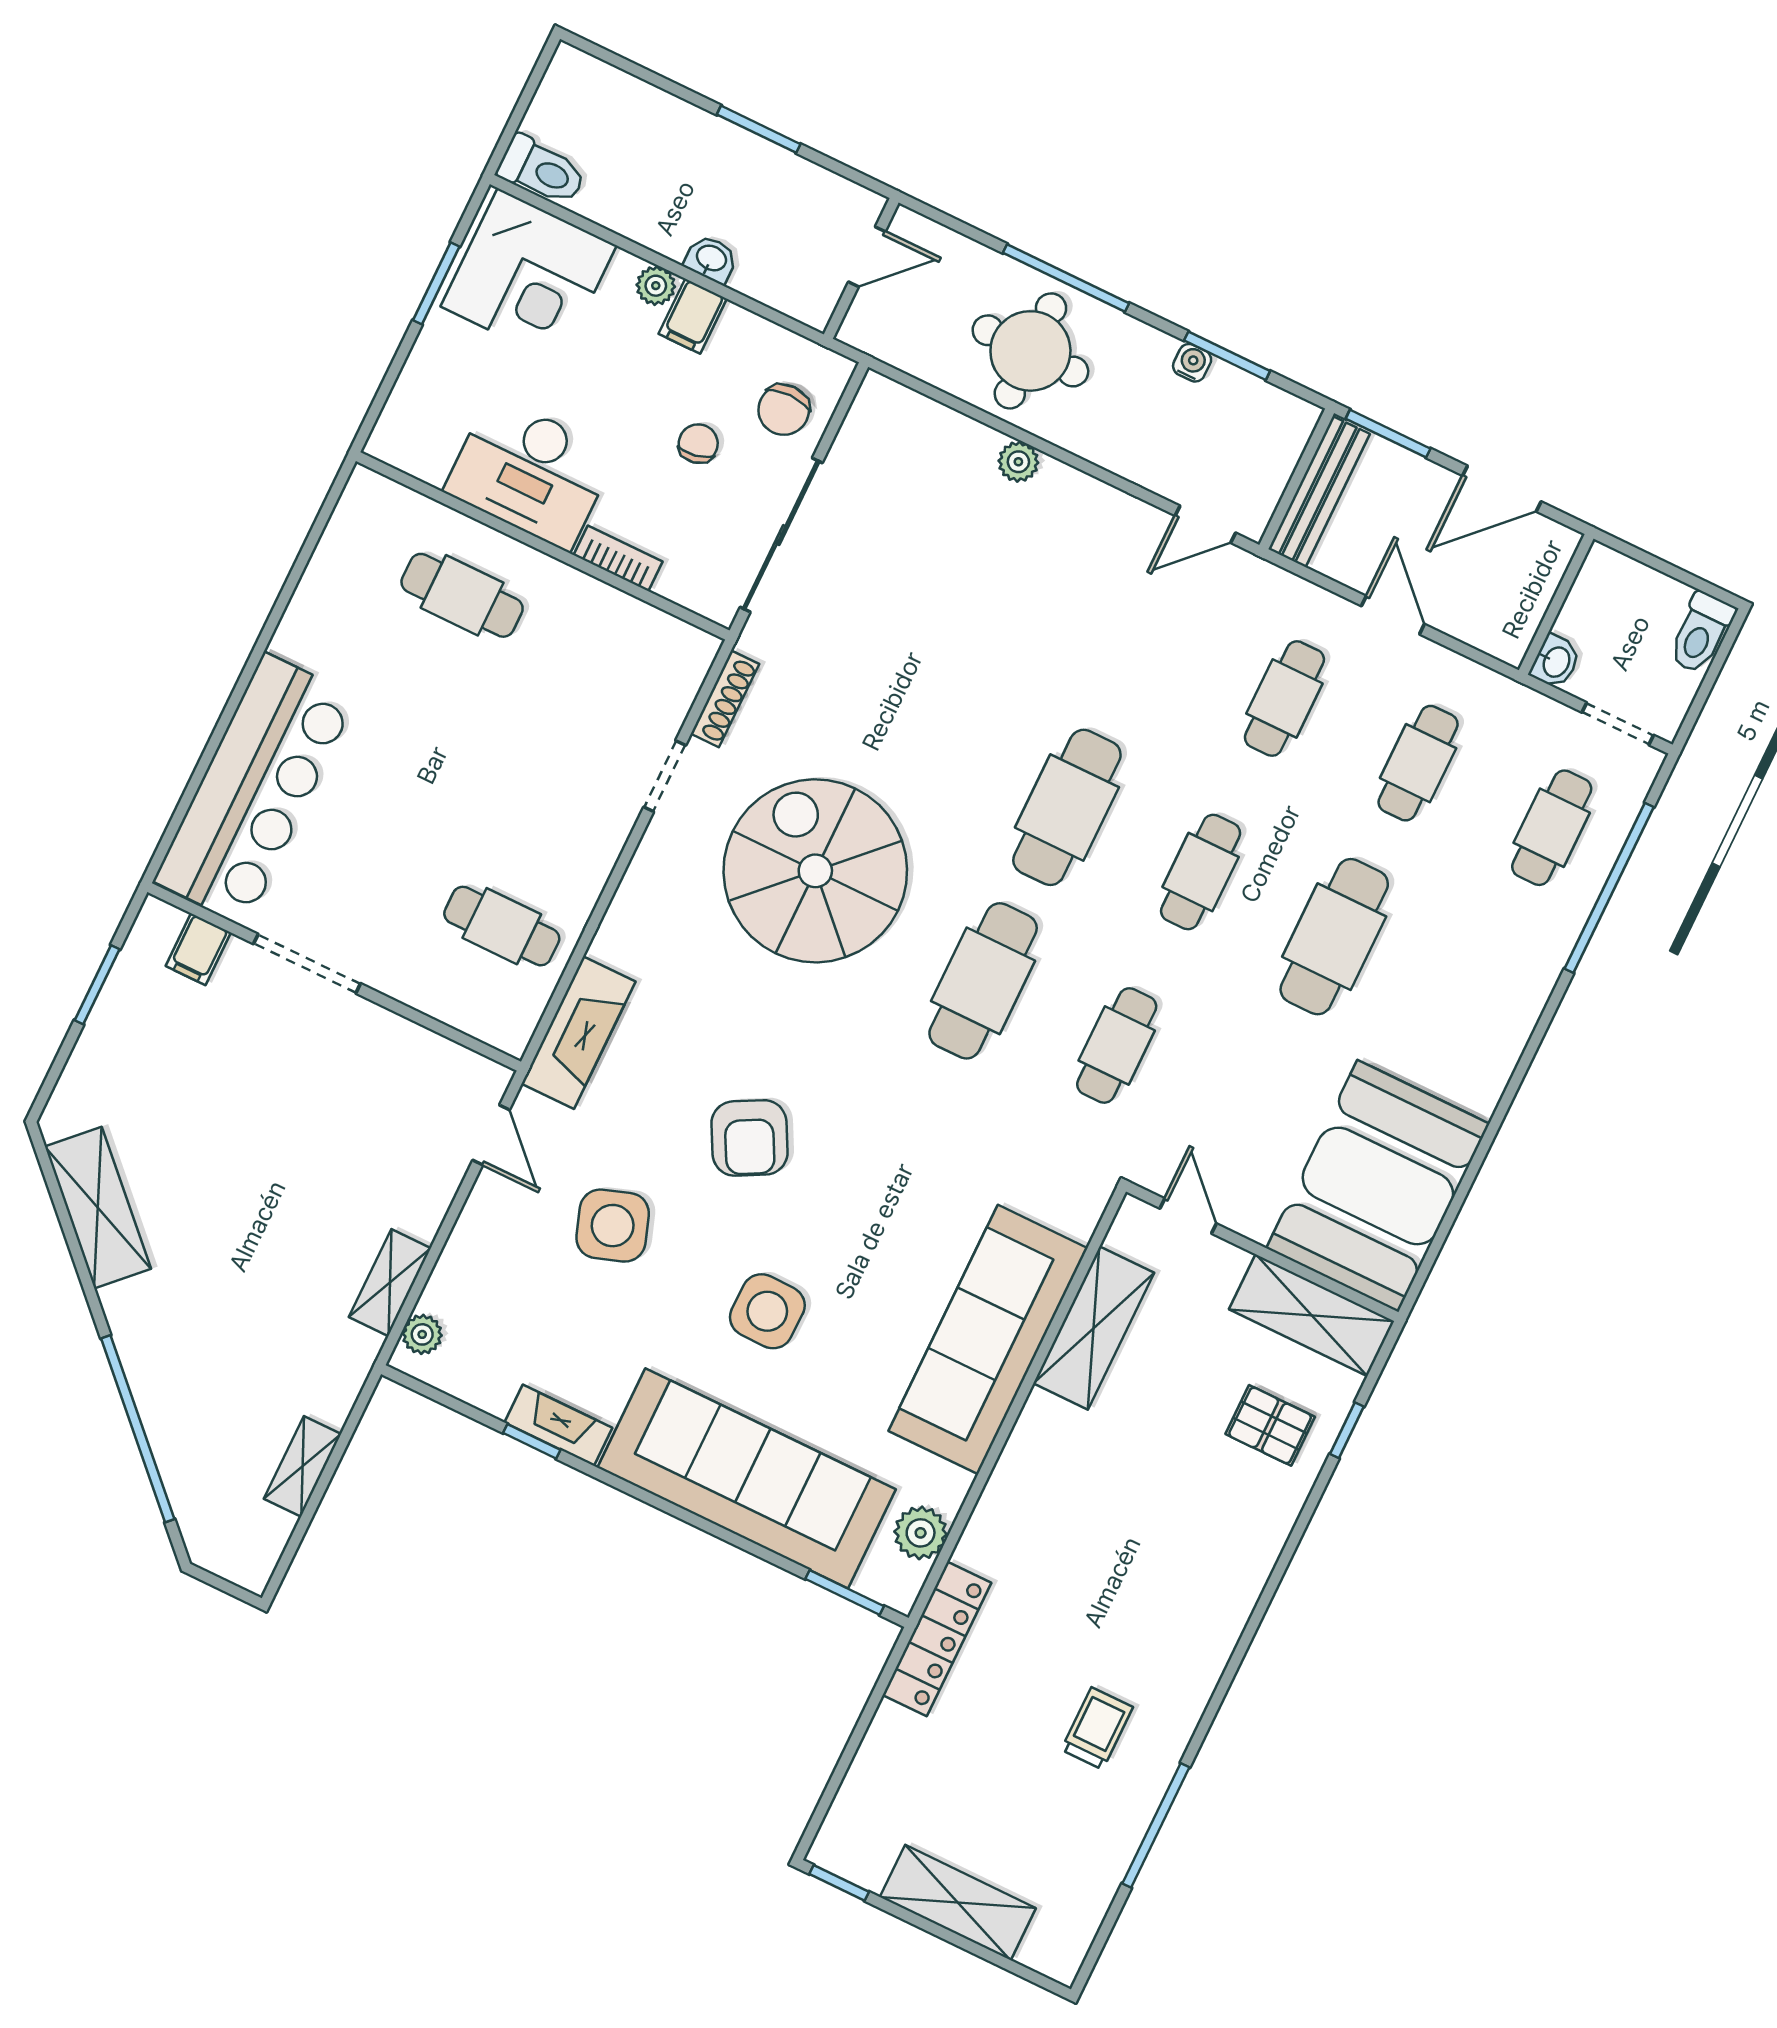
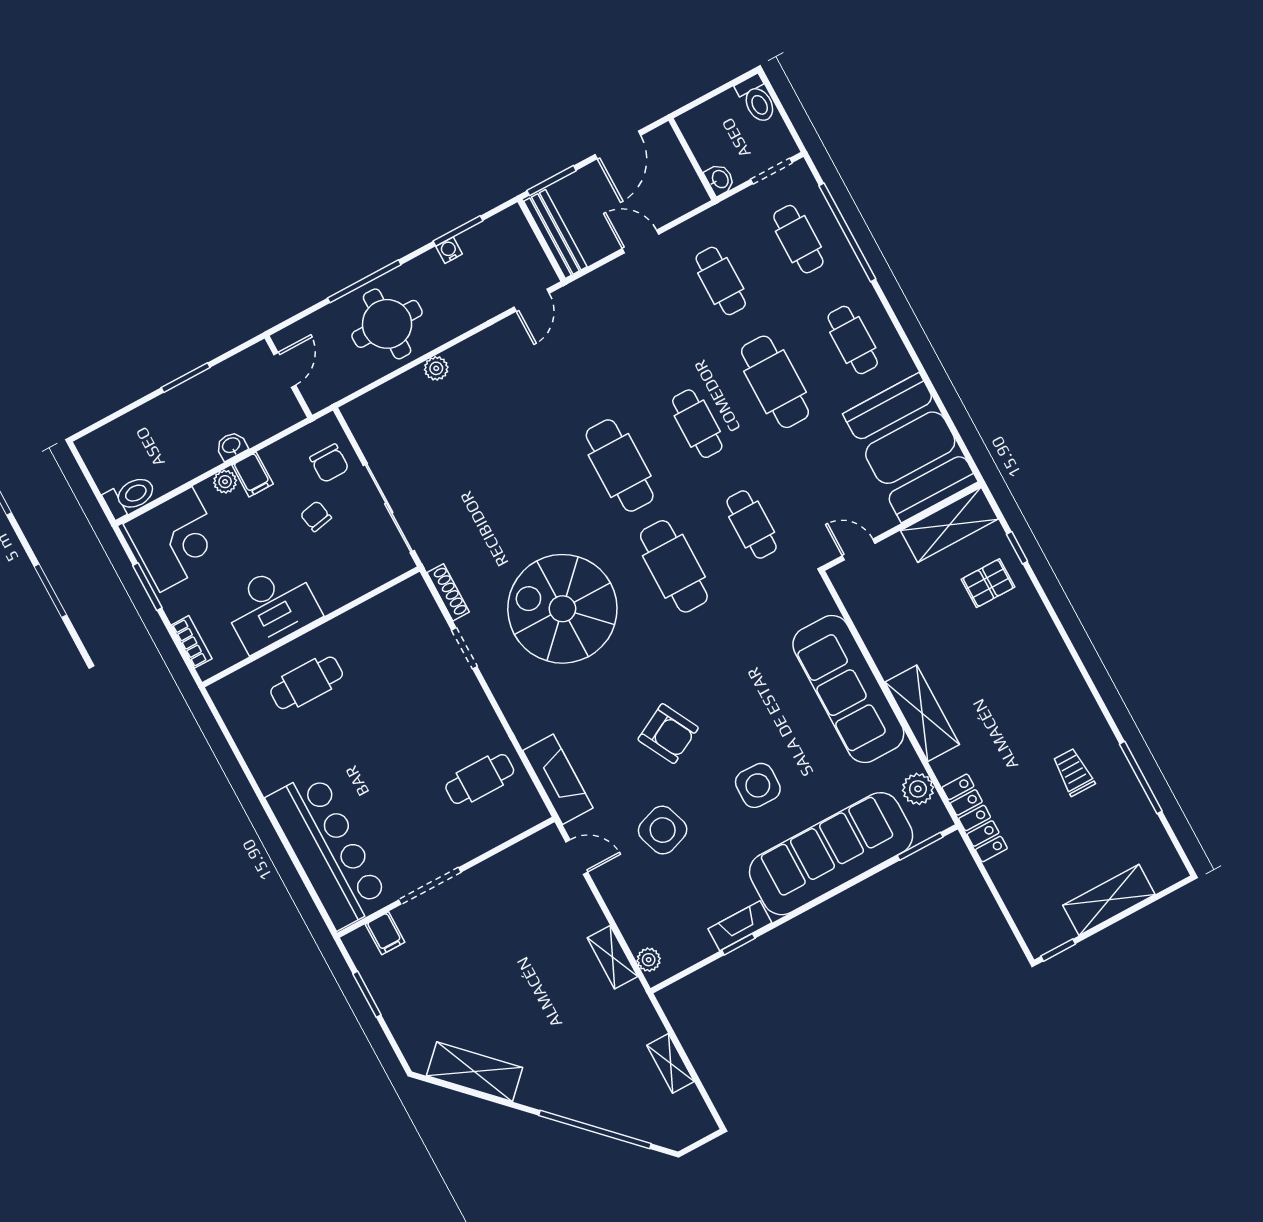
bookcase: (618, 558) -> (192, 642), moved, turned 90
cafe table: (1284, 699) -> (853, 340), moved
shelving: (1094, 1328) -> (922, 713), moved

